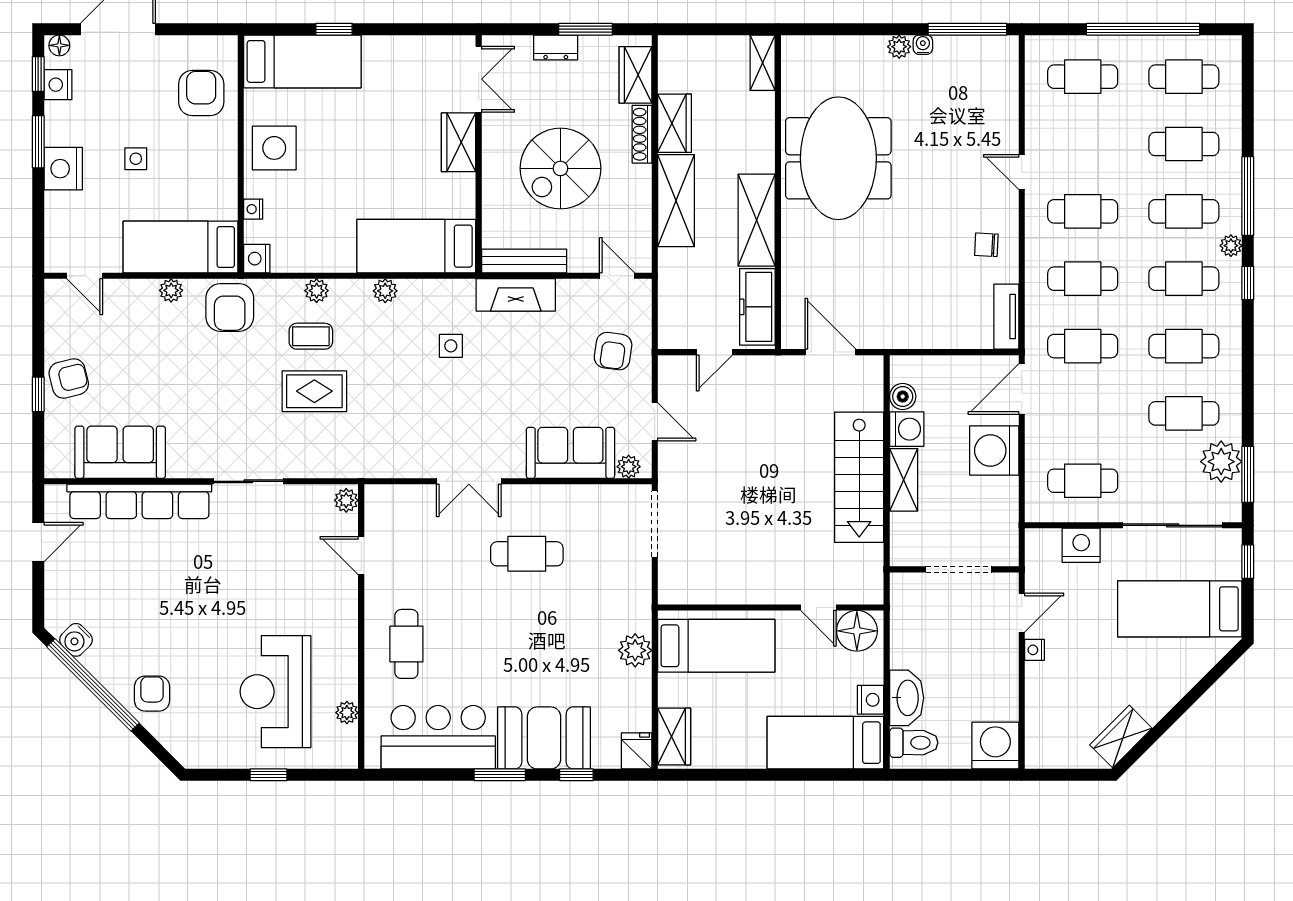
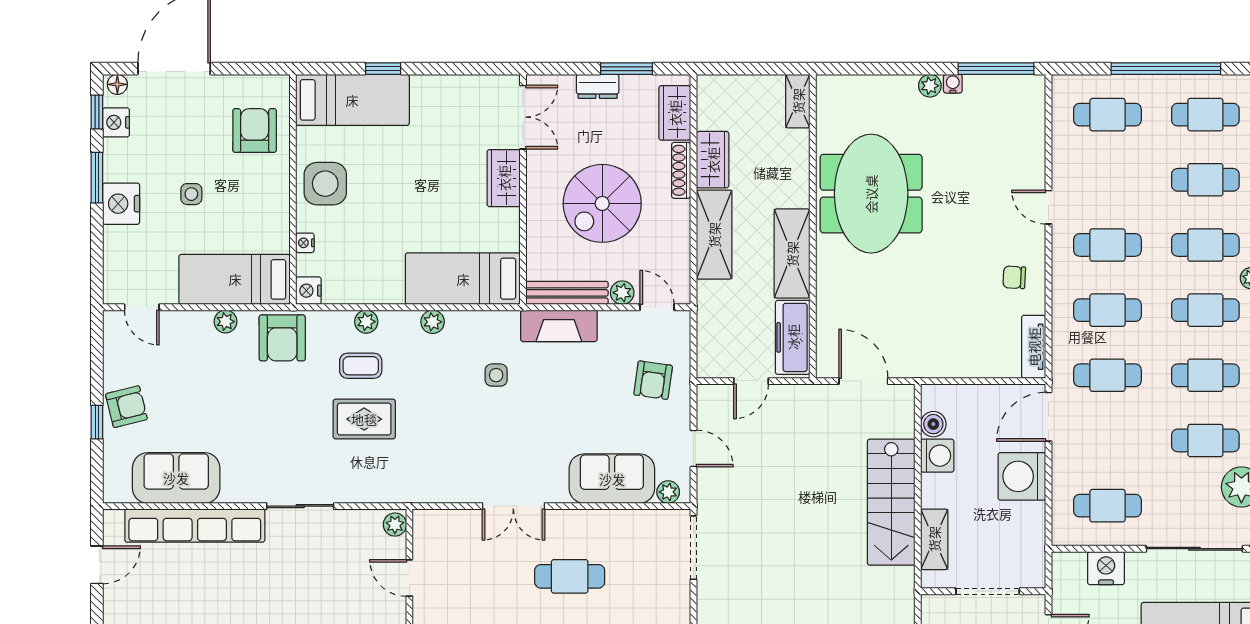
plant: (581, 261) -> (622, 293), added
shelving: (904, 480) -> (934, 539), moved

